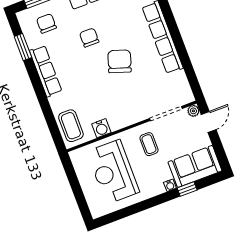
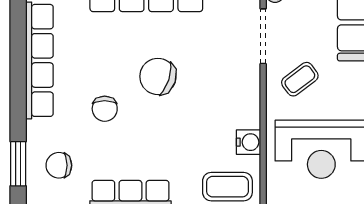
chair: (89, 38) -> (105, 109), turned -90
coffee table: (149, 144) -> (300, 79), turned -37

